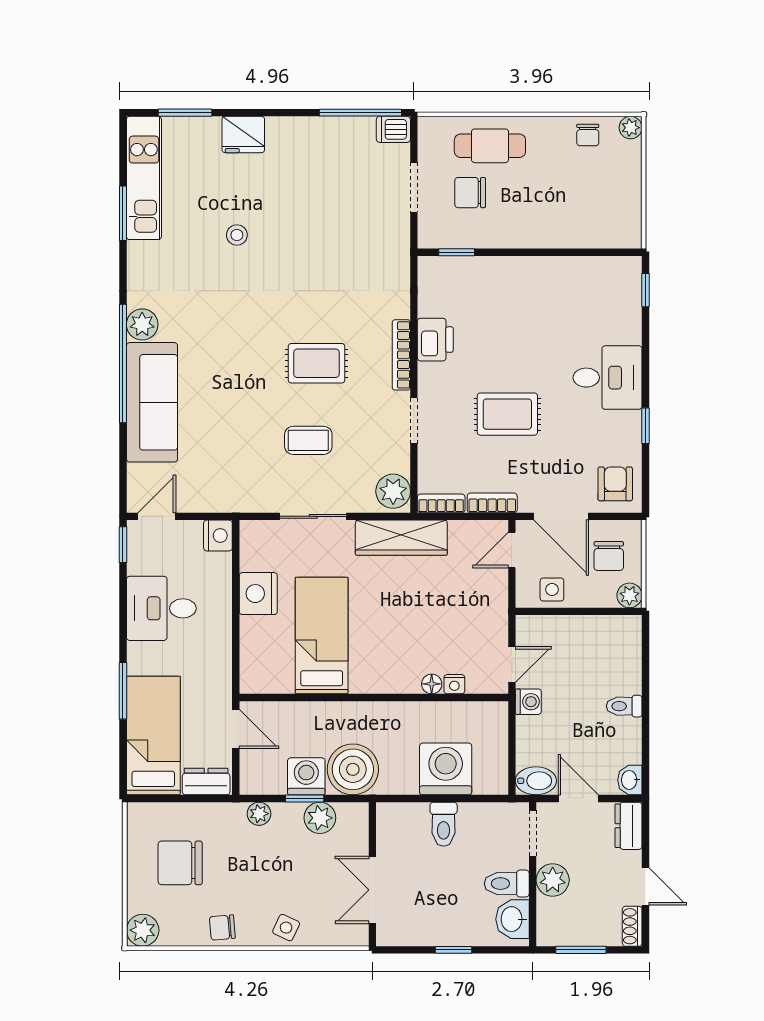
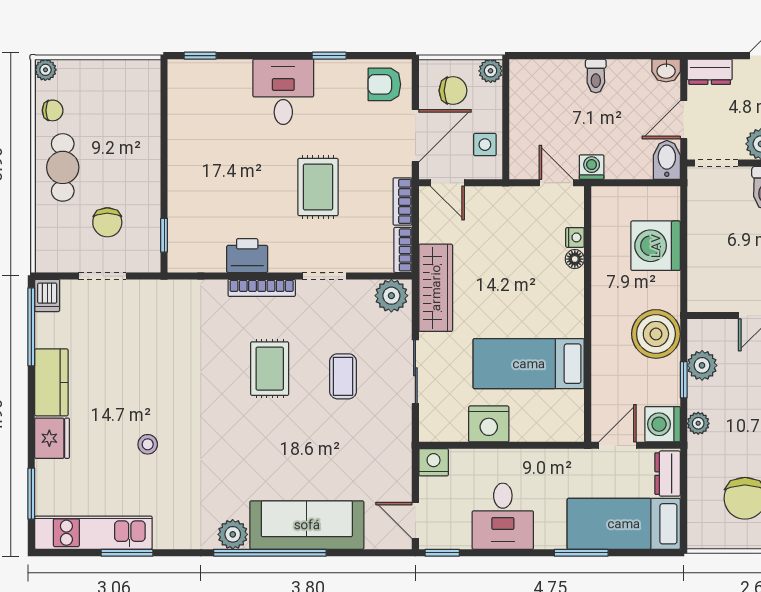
kitchen counter: (302, 134) -> (51, 382), added
cafe table: (490, 146) -> (63, 167), moved
washing machine: (306, 776) -> (663, 424), moved
toilet: (444, 824) -> (708, 248), removed

